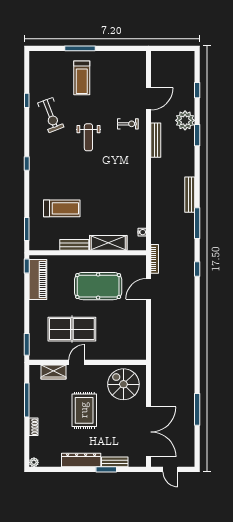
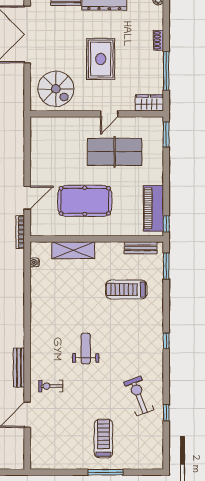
weight bench: (88, 137) -> (86, 349), moved
bench: (74, 245) -> (141, 248), moved
wardrobe: (53, 372) -> (149, 103), moved

